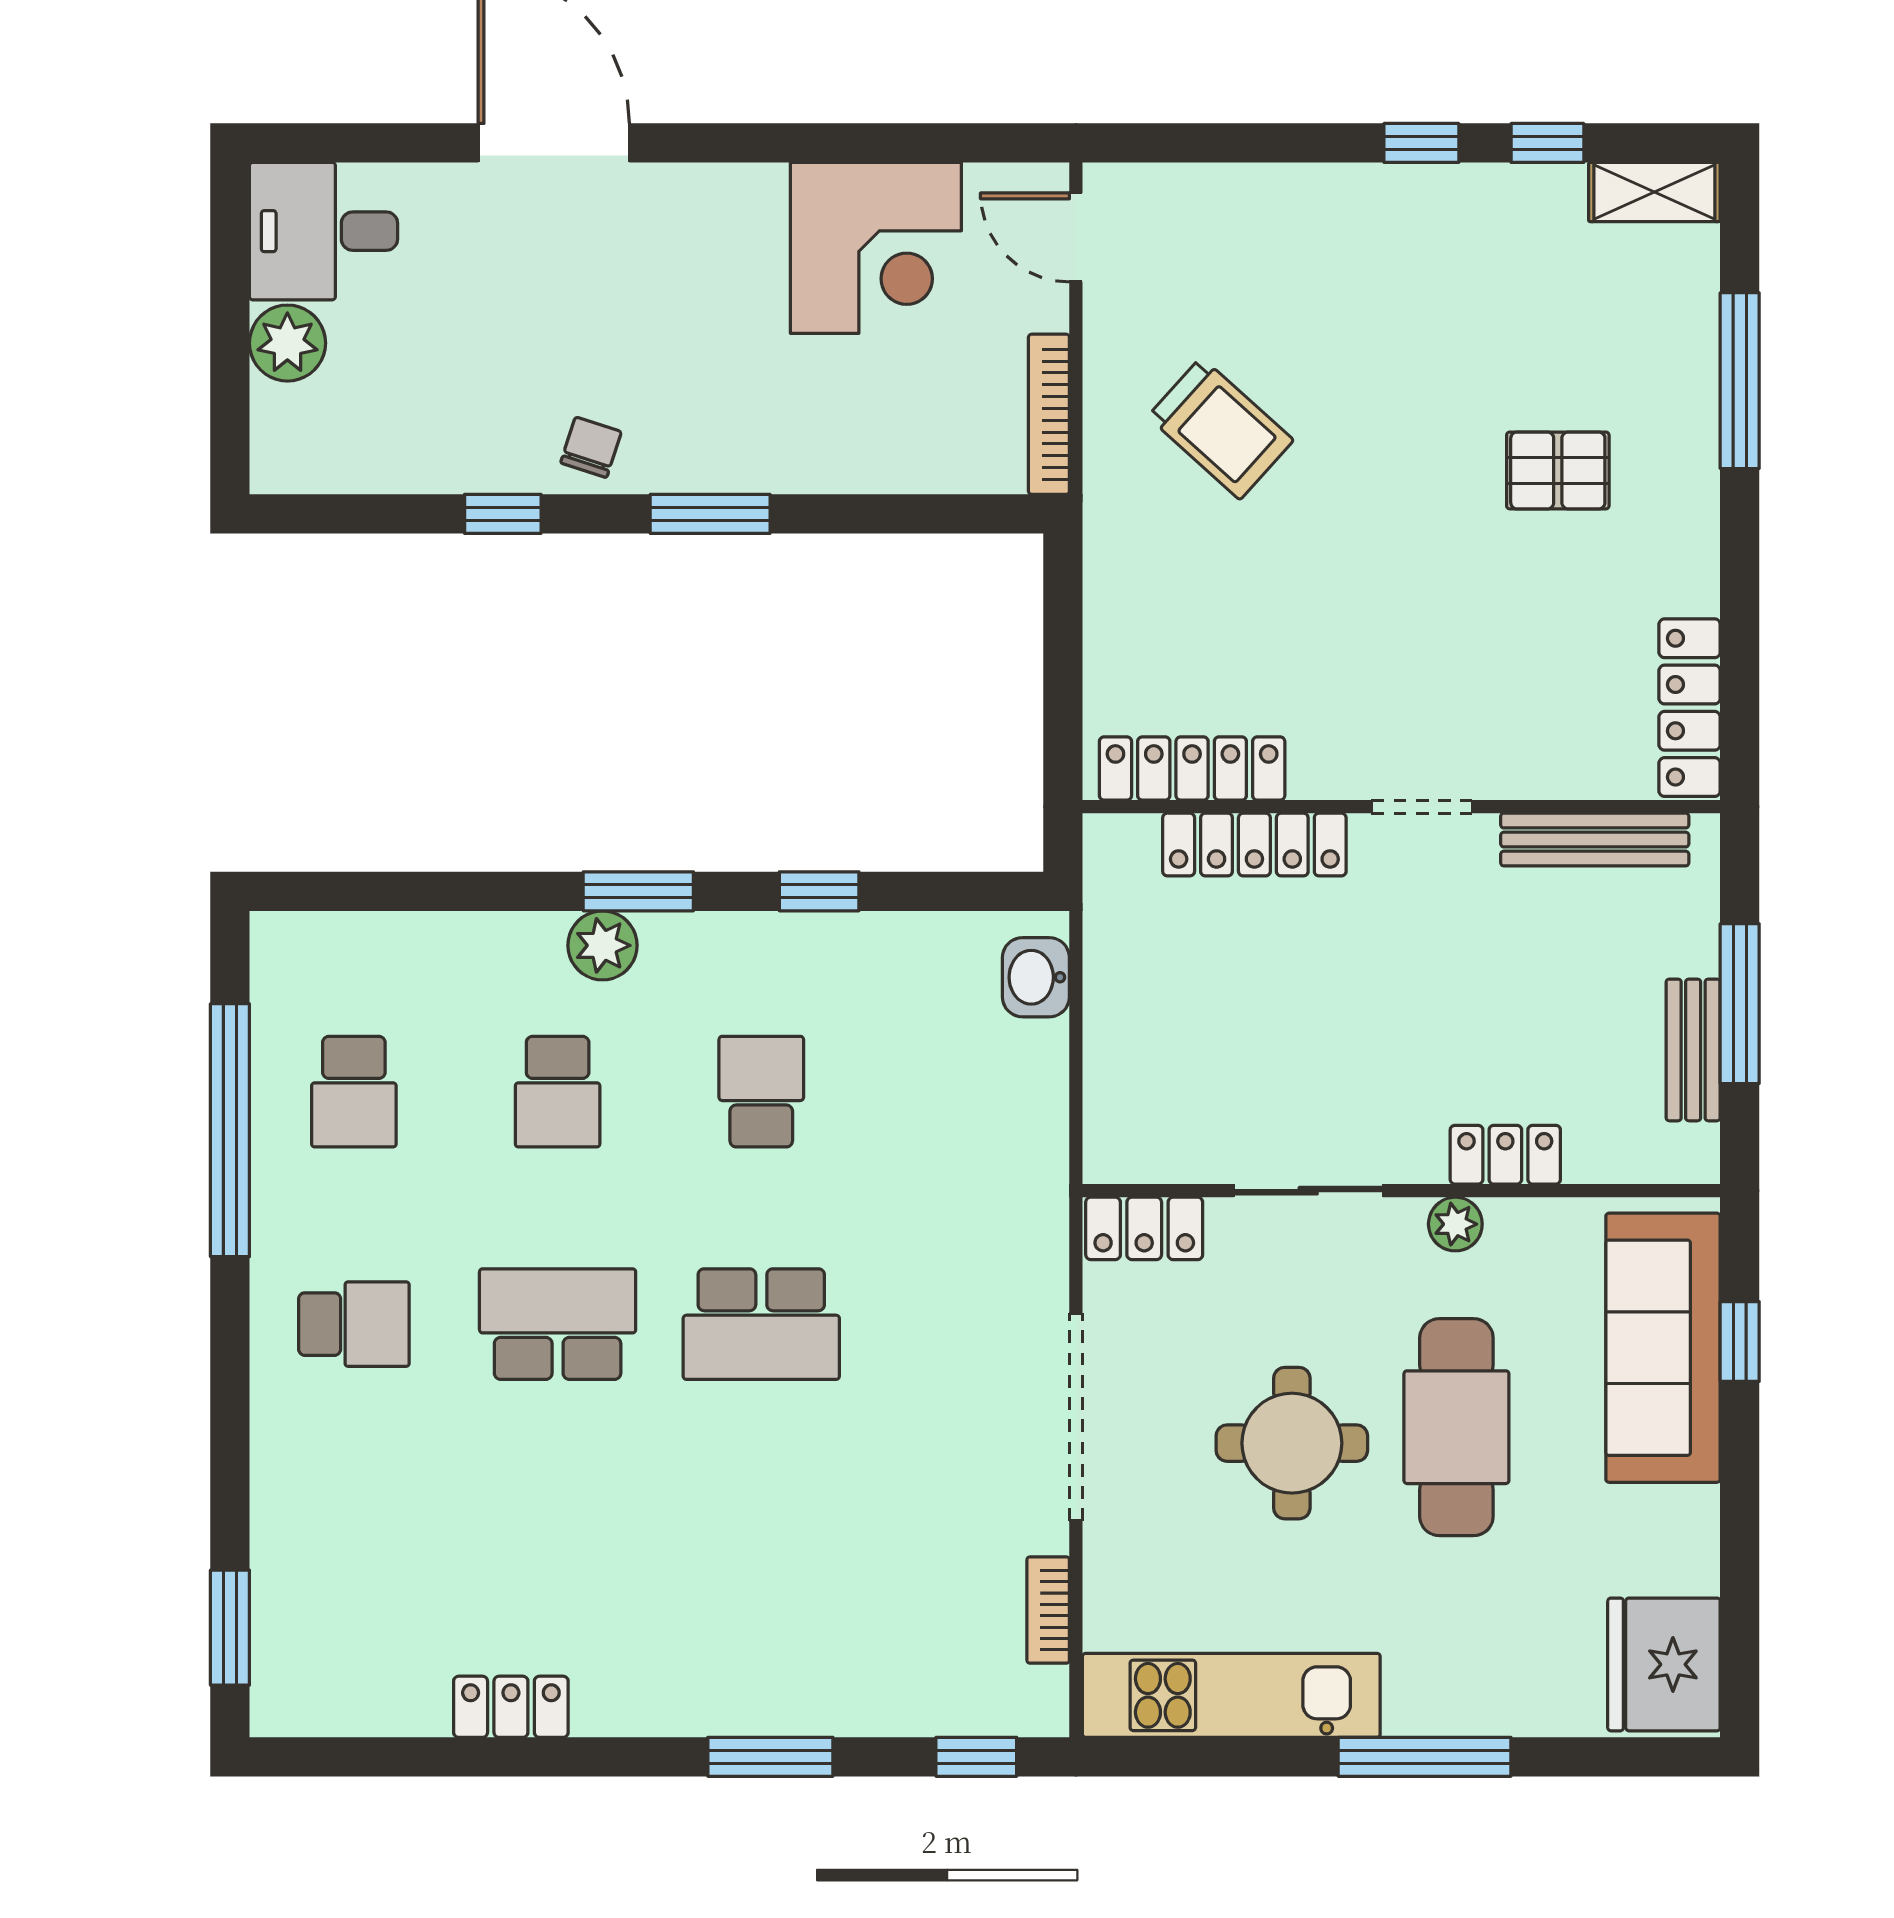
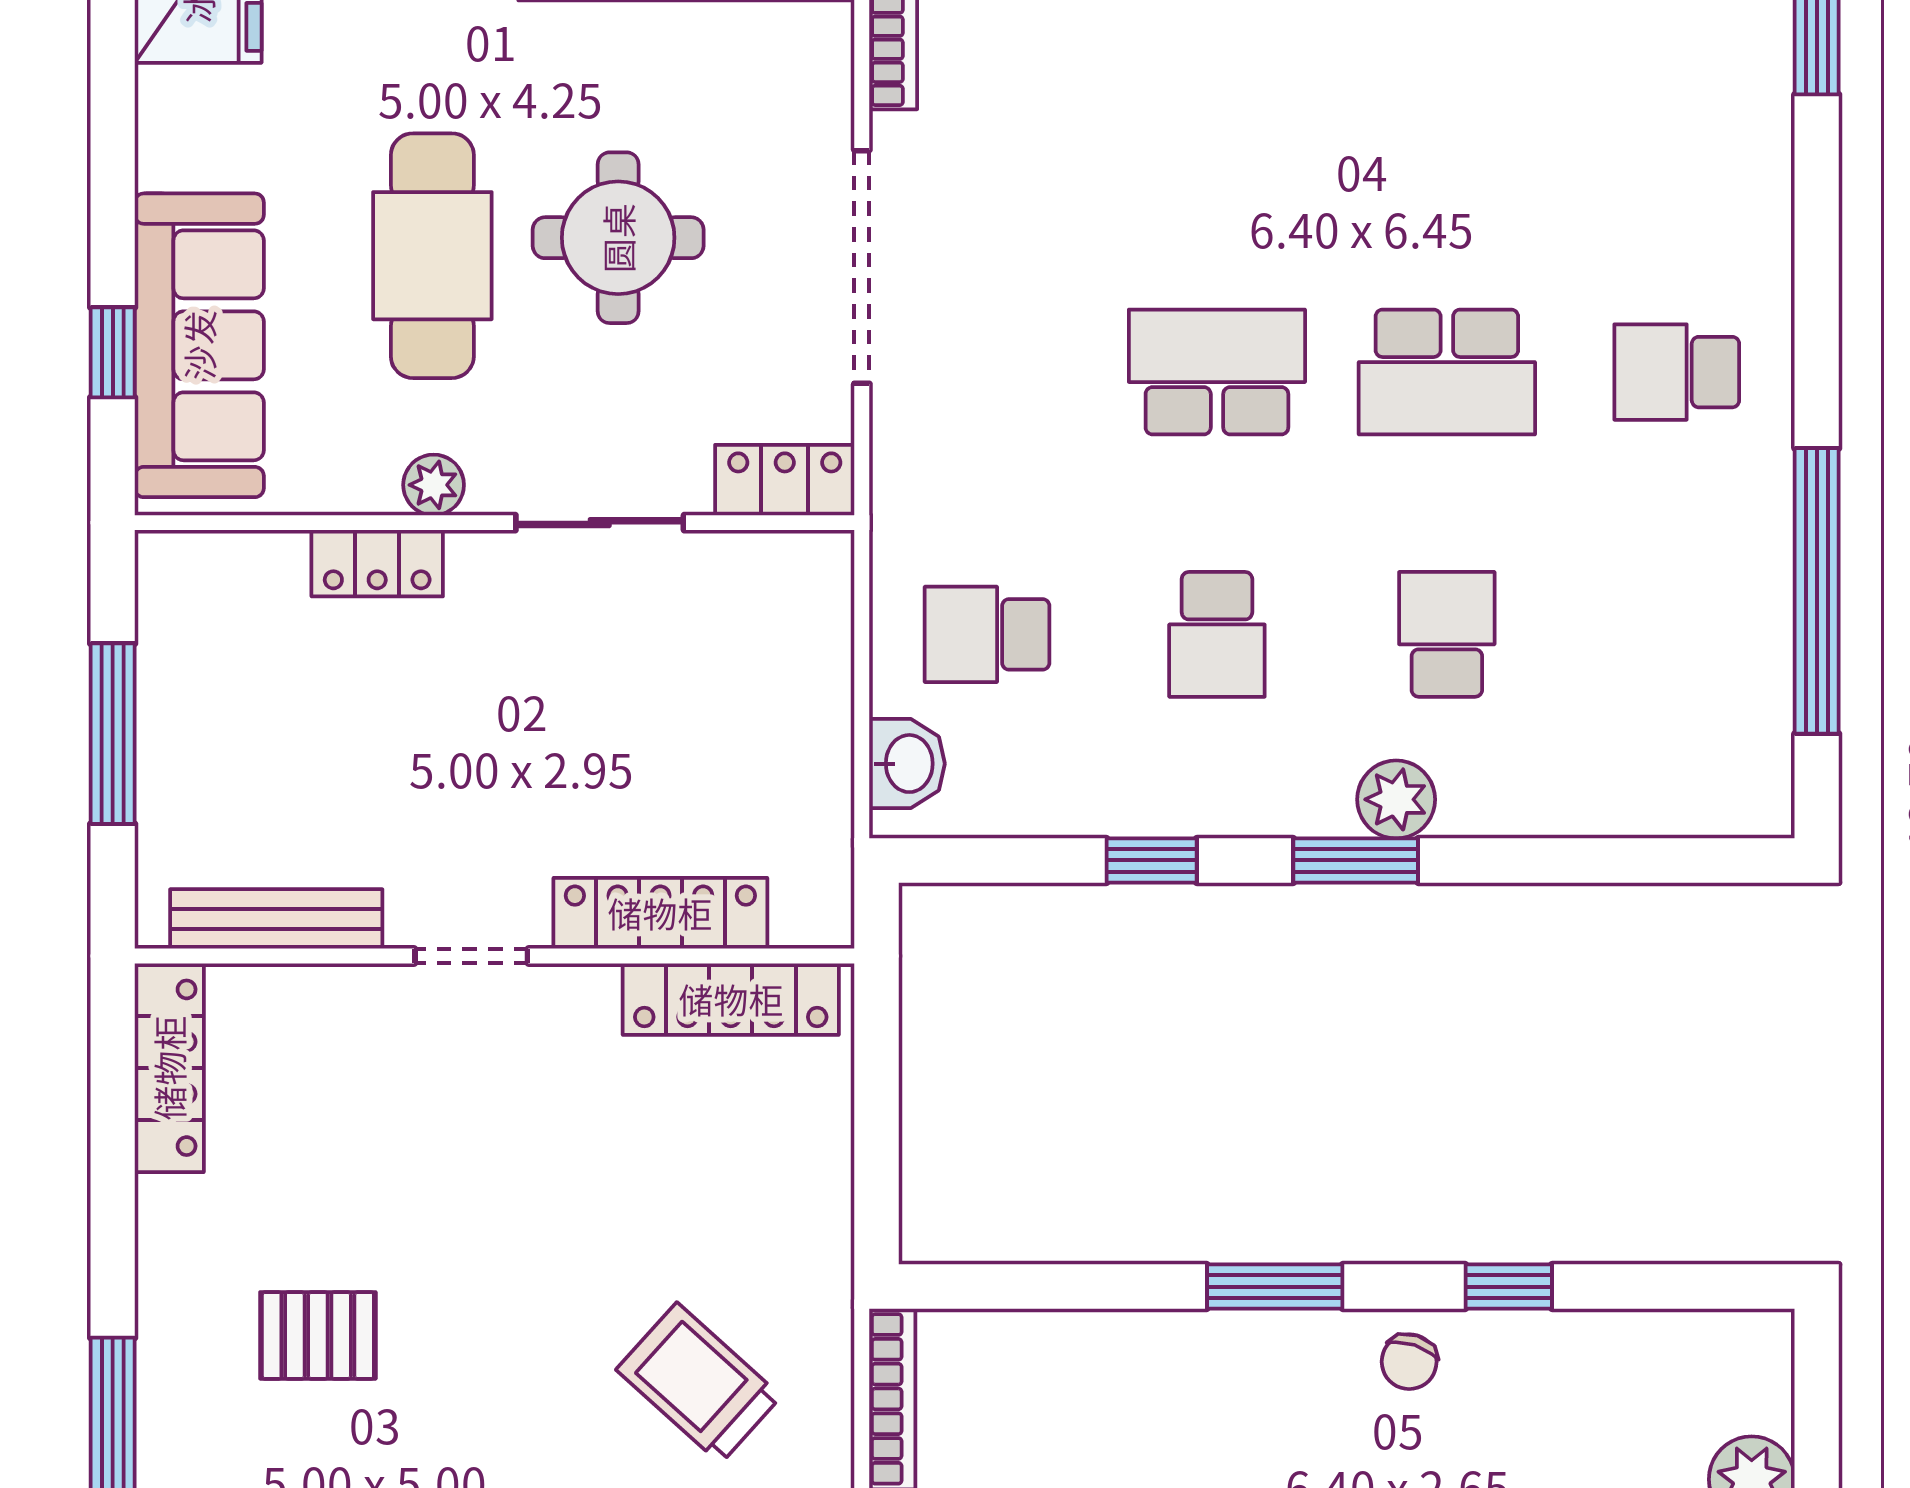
bench: (1693, 1050) -> (165, 681), removed
school desk: (354, 1092) -> (987, 634), moved, turned -90

